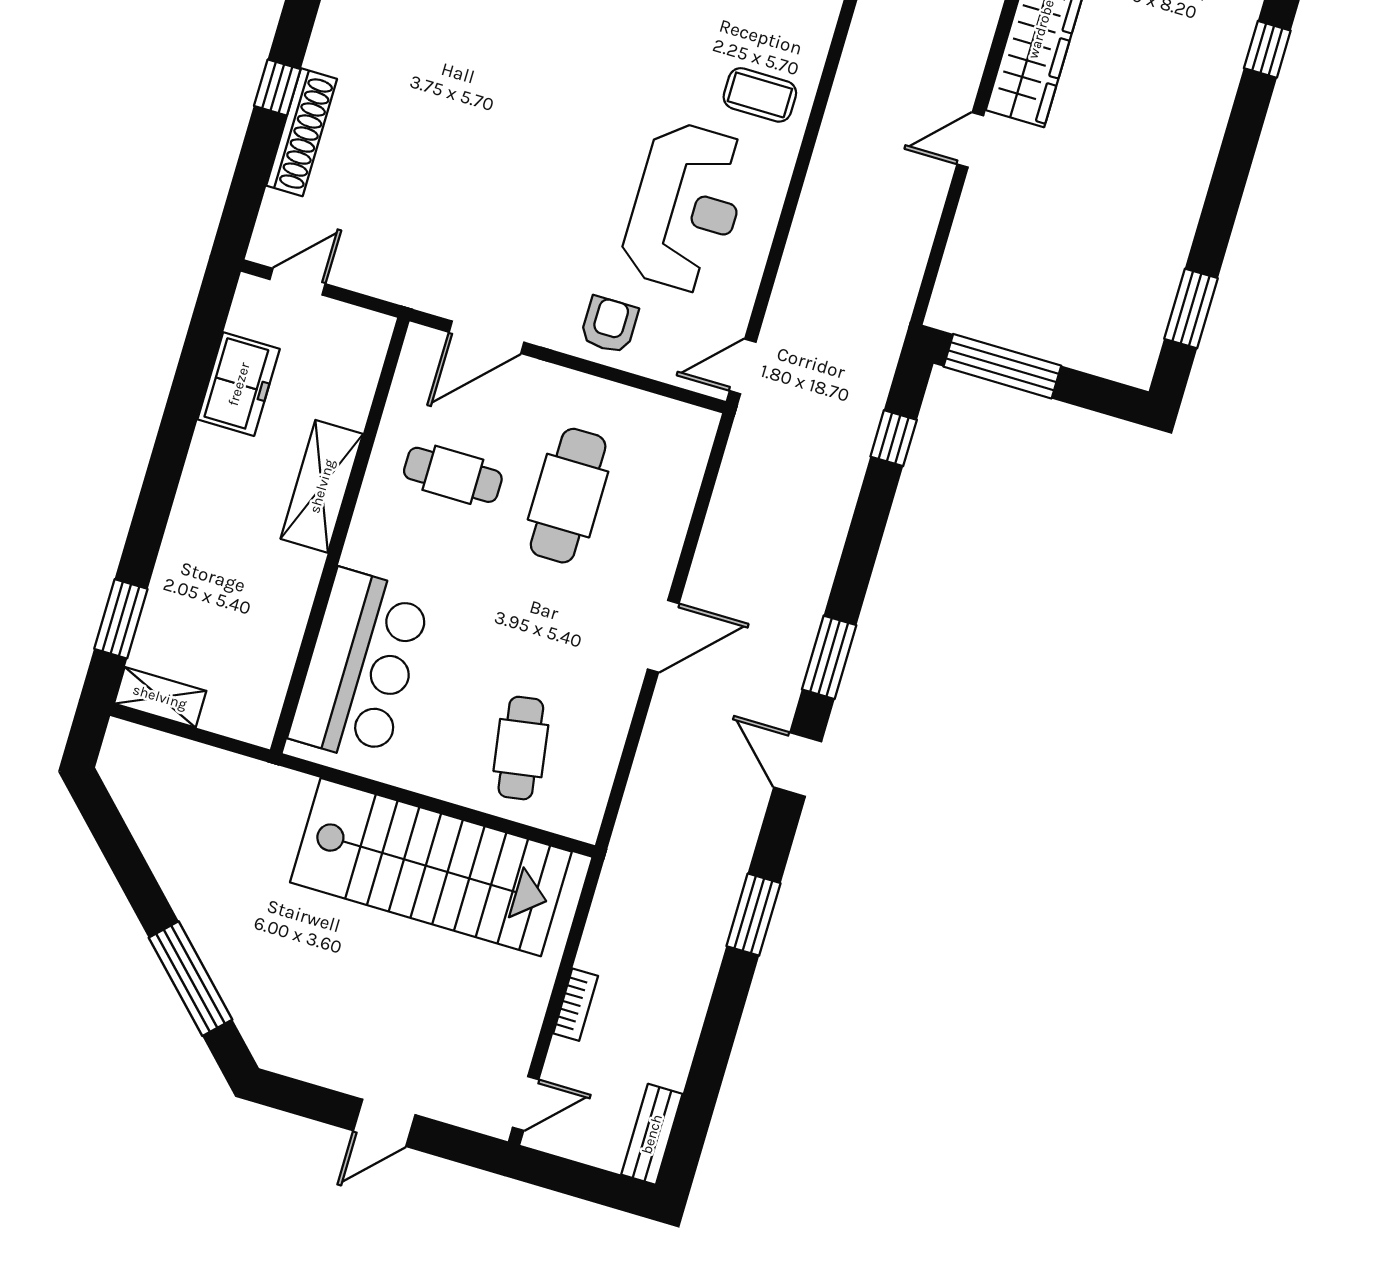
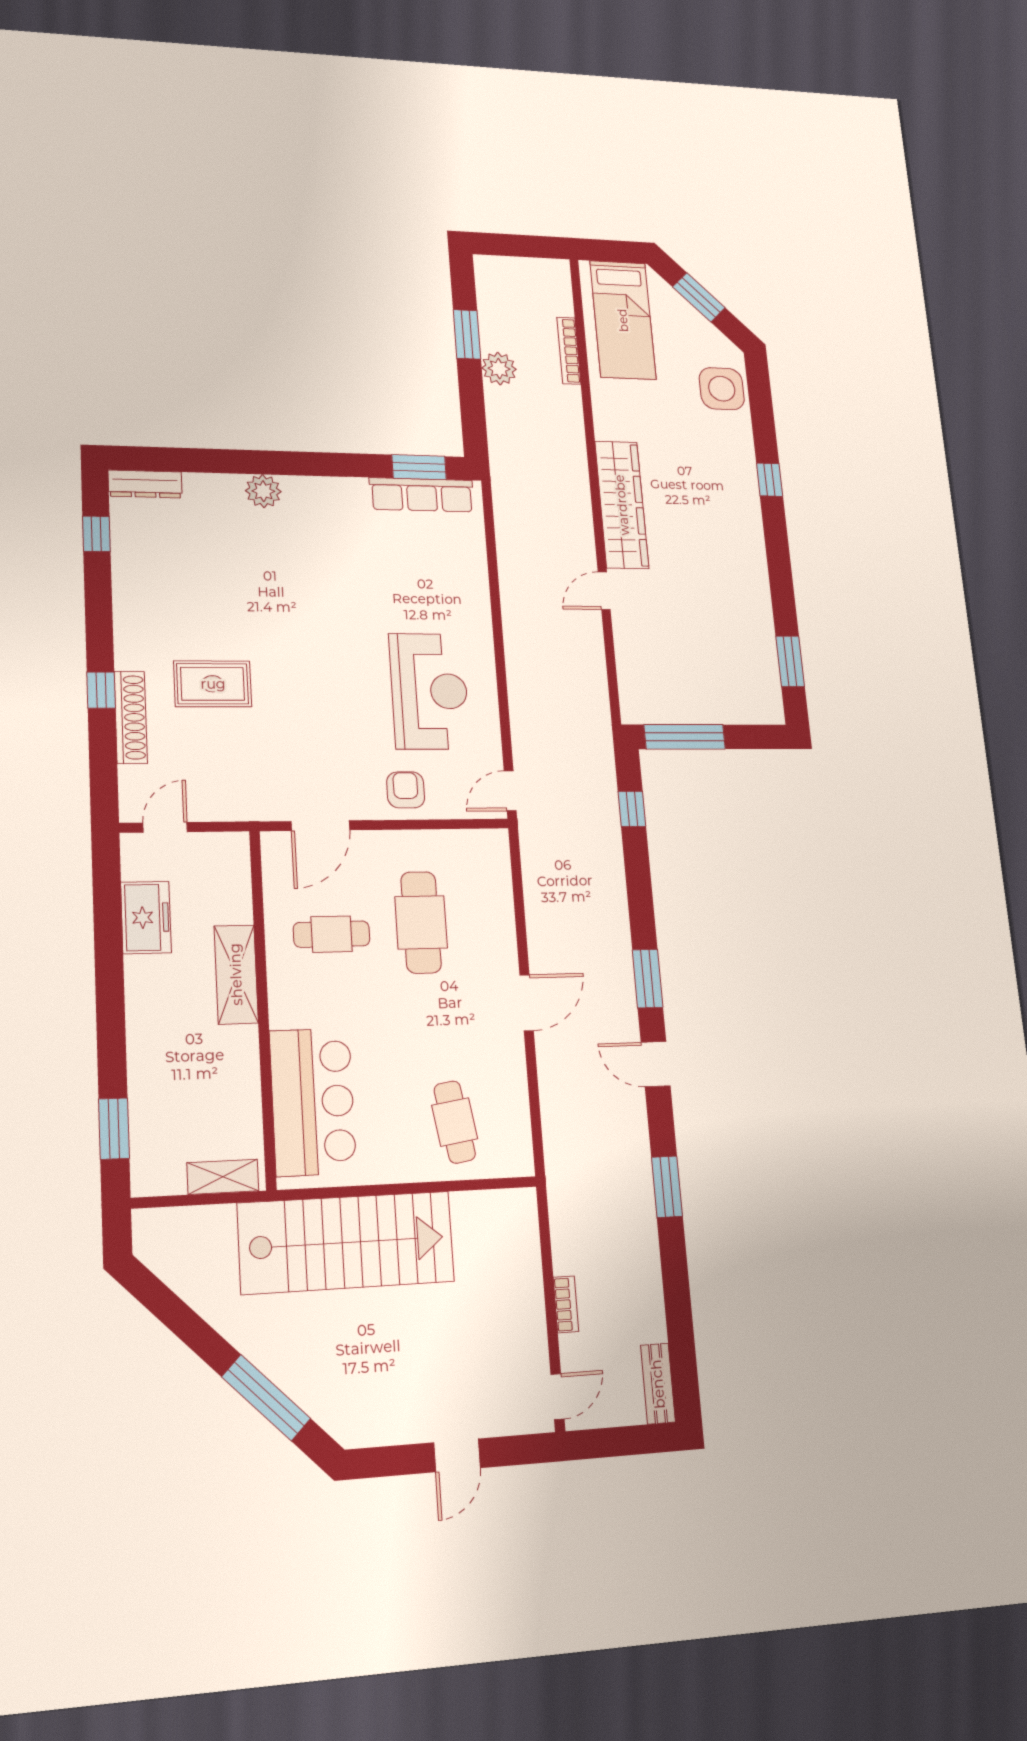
coffee table: (760, 95) -> (452, 600), removed
rug: (416, 119) -> (213, 684), added
shelving: (160, 697) -> (223, 1177), moved
stairs: (431, 867) -> (346, 1242), moved

